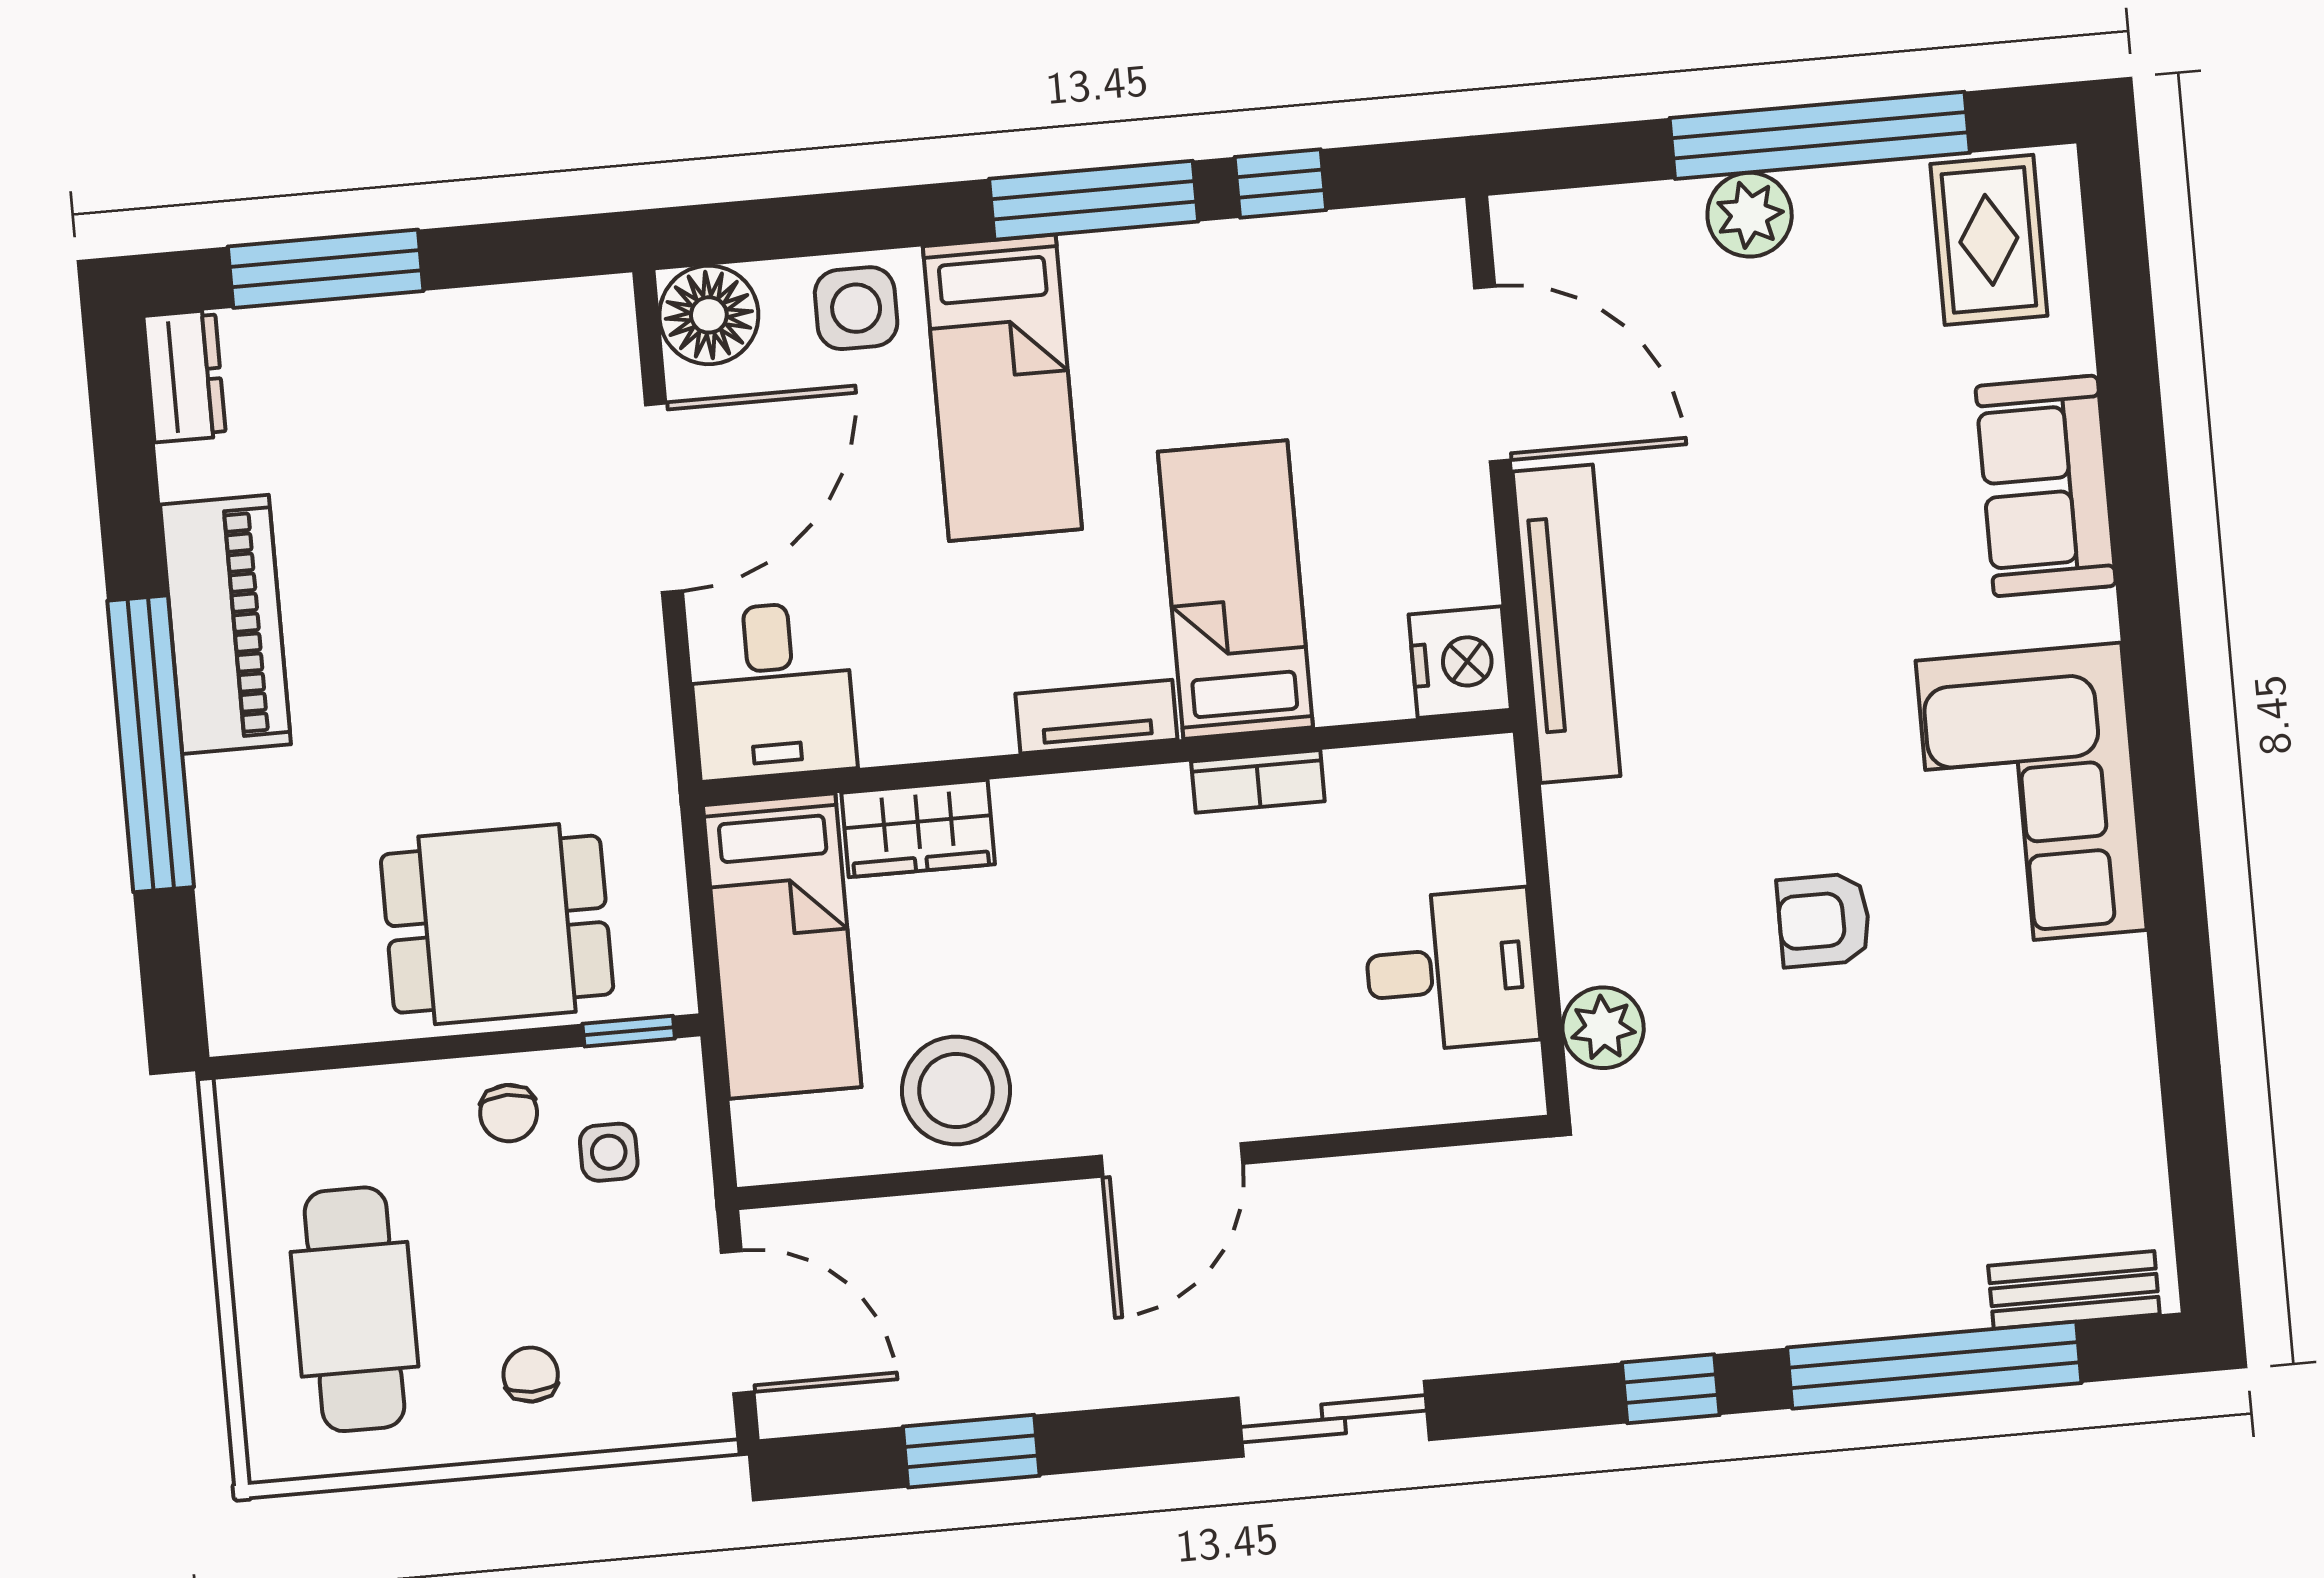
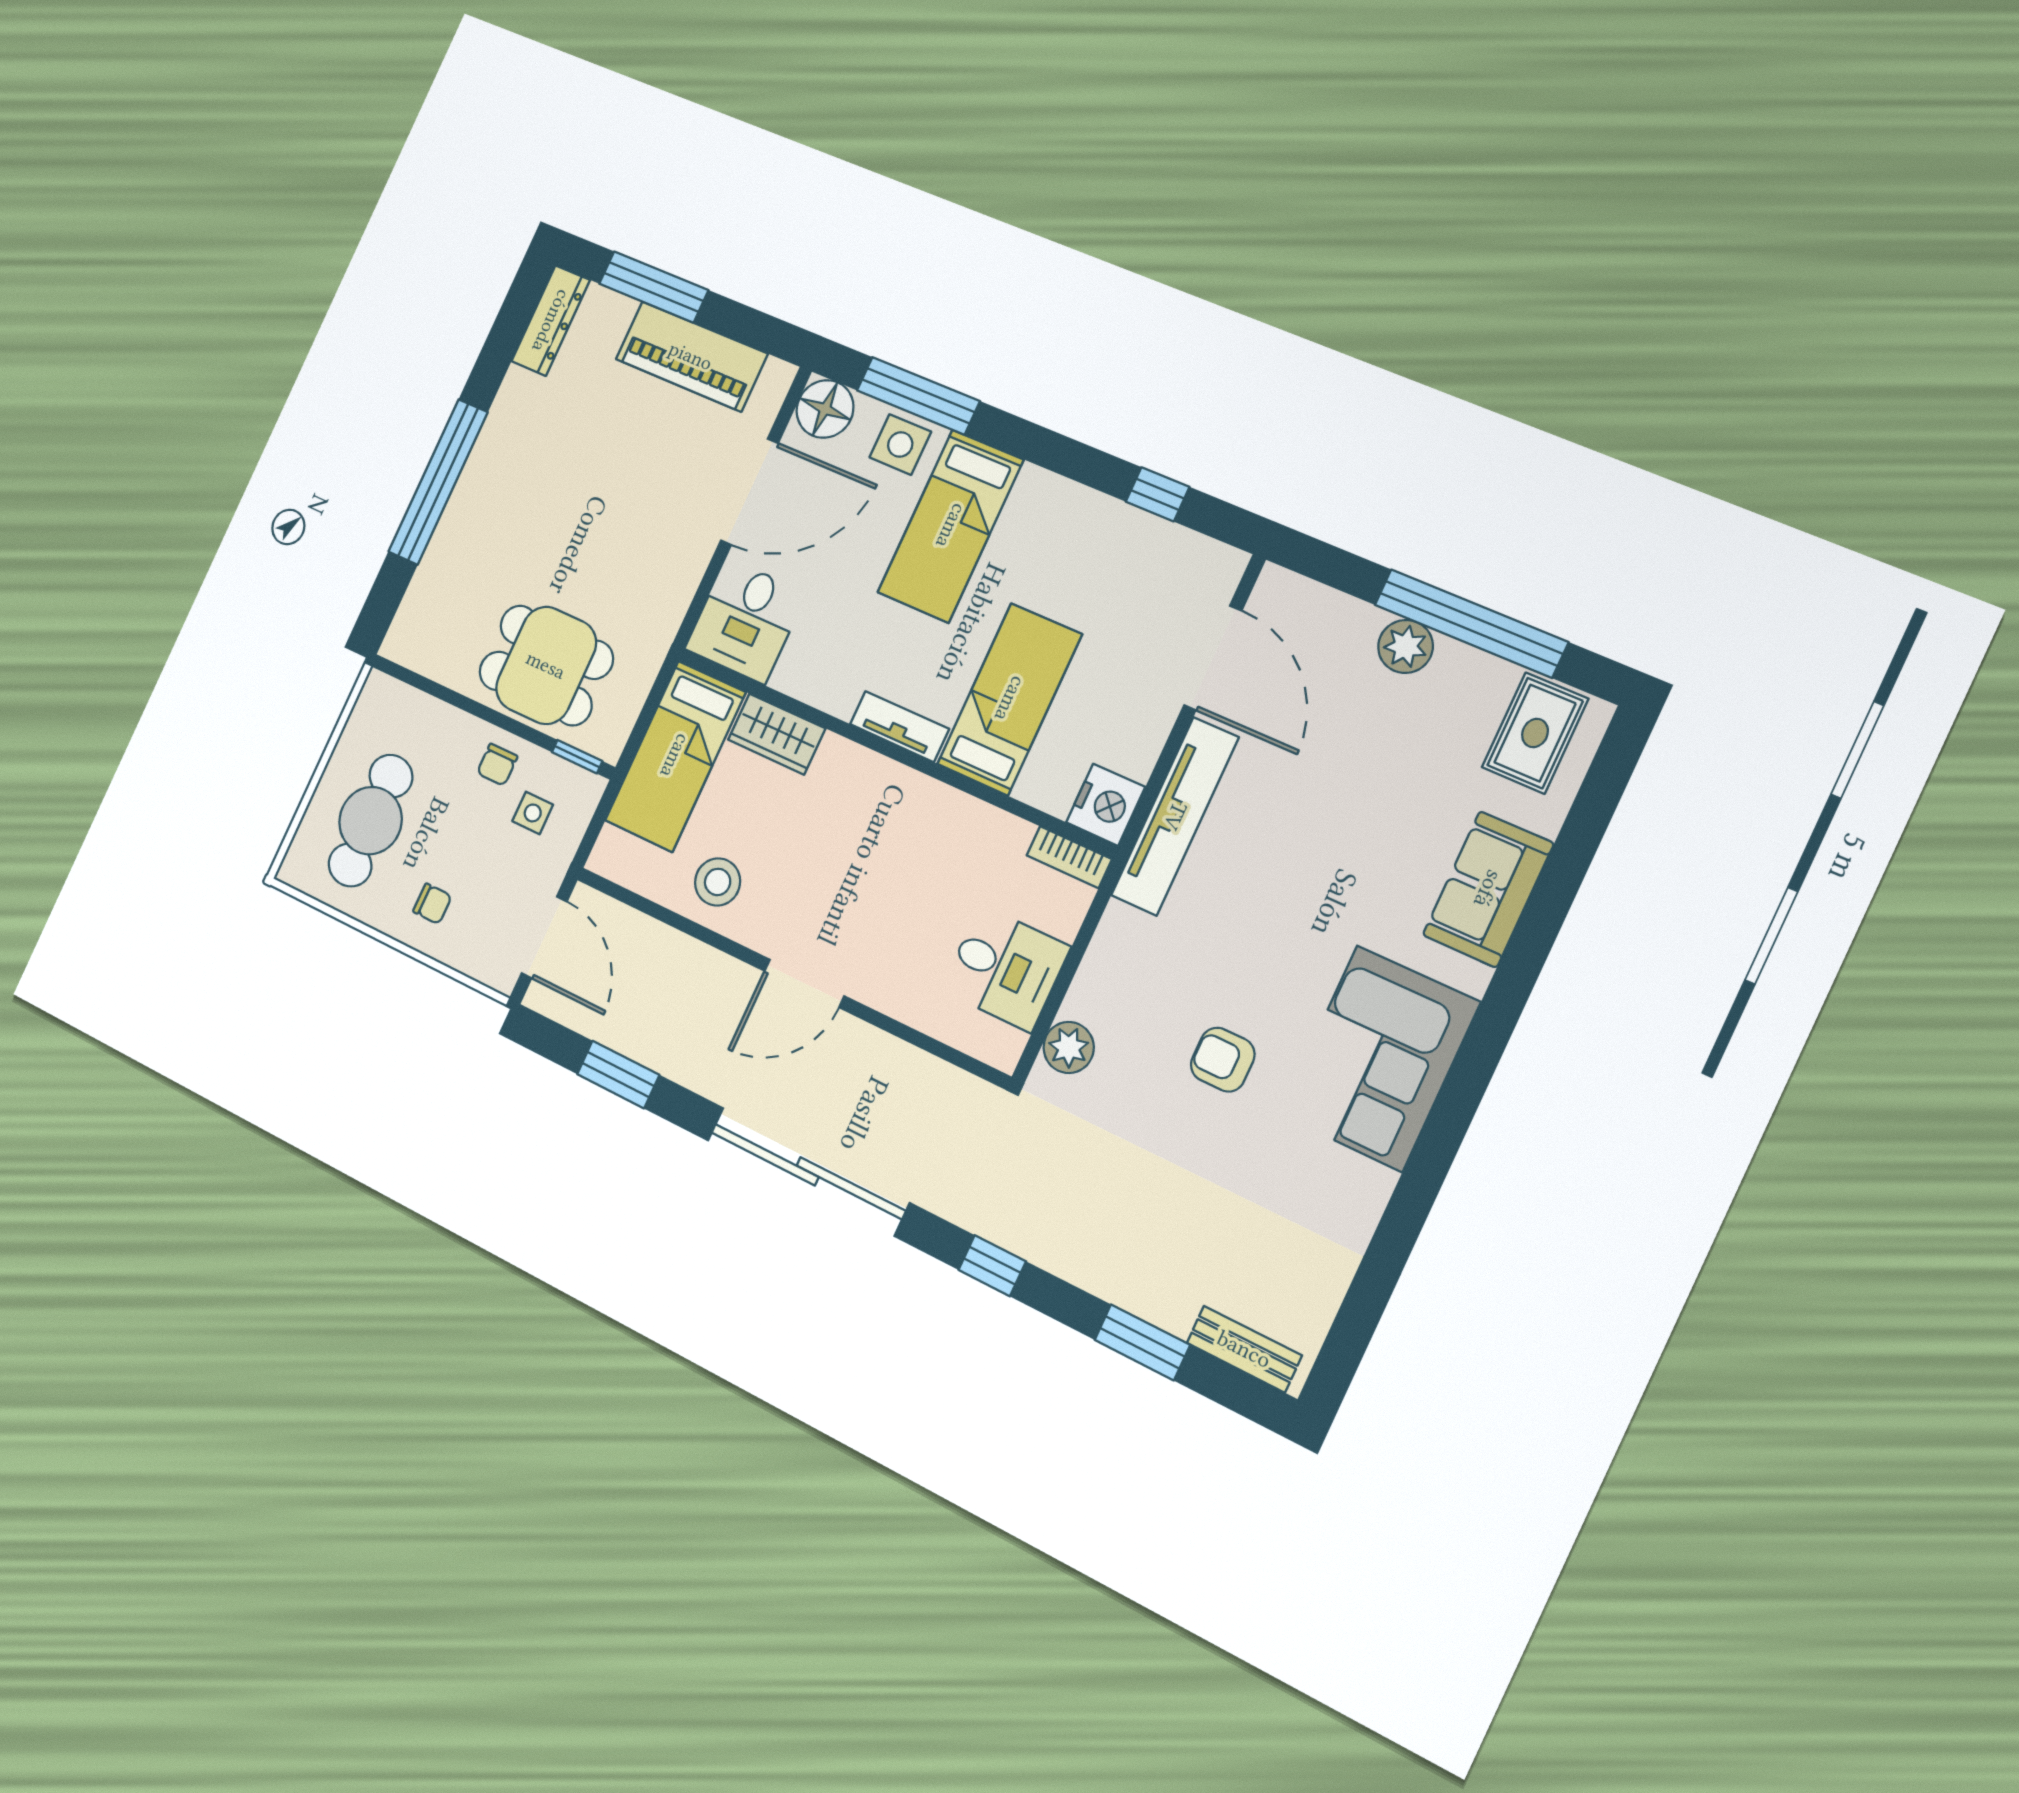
window: (1094, 200) -> (918, 396), moved
dresser: (185, 376) -> (551, 321), width x1.44
piano: (226, 624) -> (691, 356), moved, turned 90
bookcase: (1258, 781) -> (1069, 857), moved
stool: (956, 1090) -> (718, 882), width x0.73, depth x0.73
window: (1934, 1365) -> (1142, 1342), width x0.47
chair: (531, 1375) -> (432, 904), turned 90
sliding door: (1334, 1419) -> (808, 1171), width x1.86

